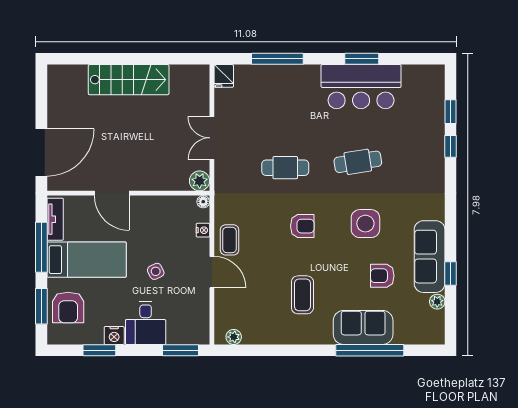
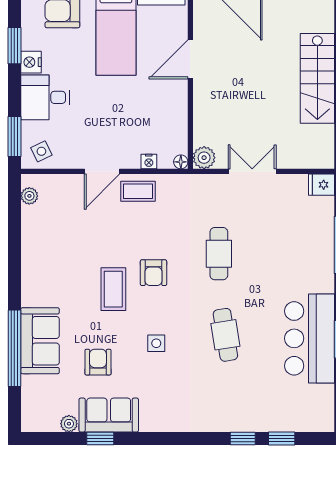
side table: (365, 224) -> (156, 343), width x0.54, depth x0.54
sofa: (430, 257) -> (109, 415), width x0.73
side table: (156, 271) -> (41, 151), moved
coffee table: (302, 295) -> (113, 289), moved, turned 90

